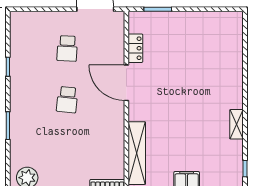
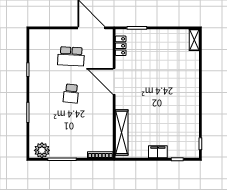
school desk: (67, 48) -> (71, 56), width x1.85
locker: (135, 48) -> (121, 46), moved
shelving: (237, 124) -> (194, 40), moved

